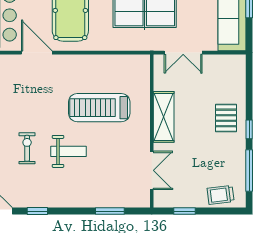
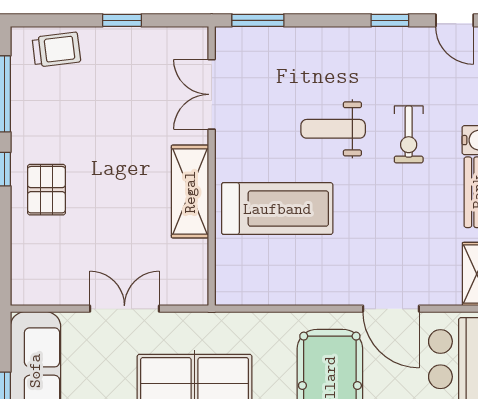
shelving: (164, 117) -> (190, 192), moved
wall: (152, 131) -> (212, 166), moved
double door: (152, 170) -> (212, 94), moved

